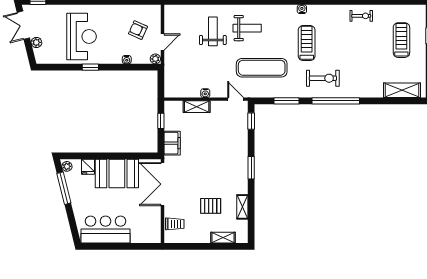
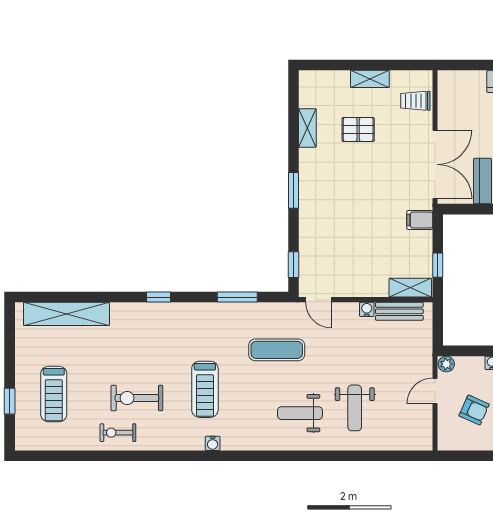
exercise mat: (262, 68) -> (277, 350), width x0.73, depth x0.69
exercise bike: (323, 78) -> (137, 398), moved
shelving: (402, 90) -> (66, 314), width x1.47
bench: (185, 92) -> (399, 311), added
window: (336, 101) -> (159, 297), width x0.32
shelving: (197, 107) -> (410, 288), moved
filing cabinet: (172, 143) -> (420, 220), width x0.50
shelving: (223, 238) -> (370, 79), moved

